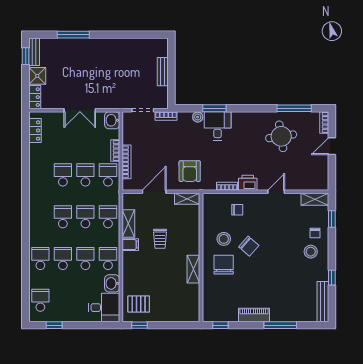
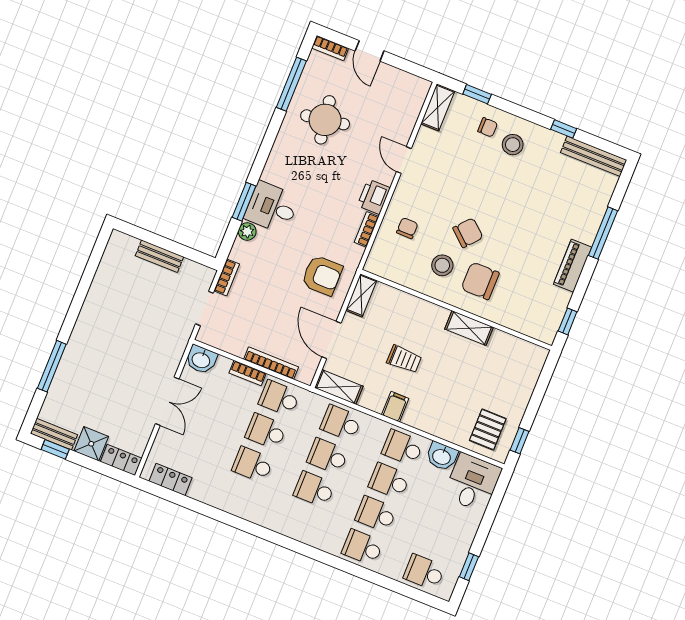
shelving: (128, 223) -> (339, 387), moved

